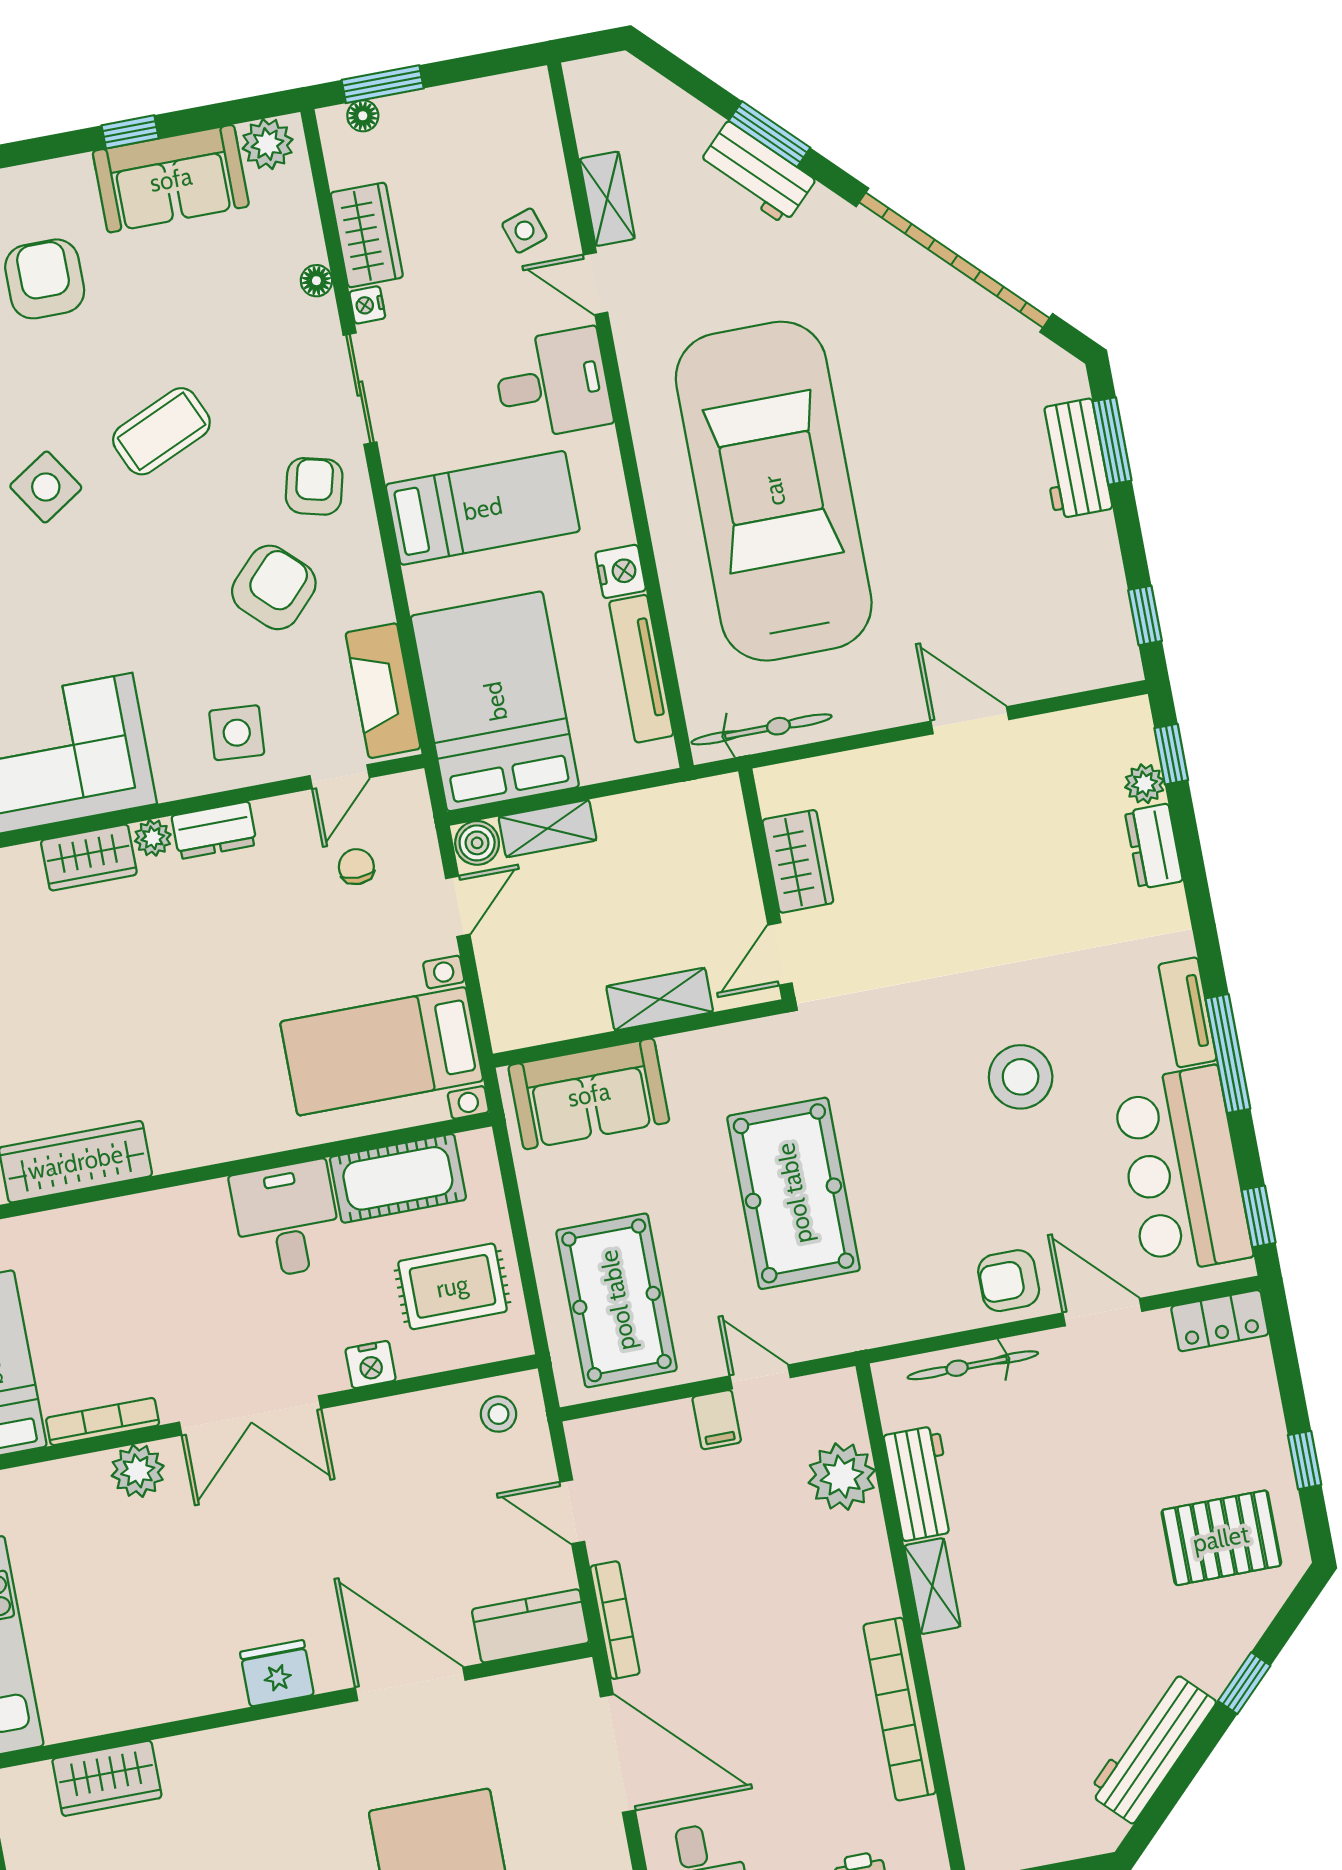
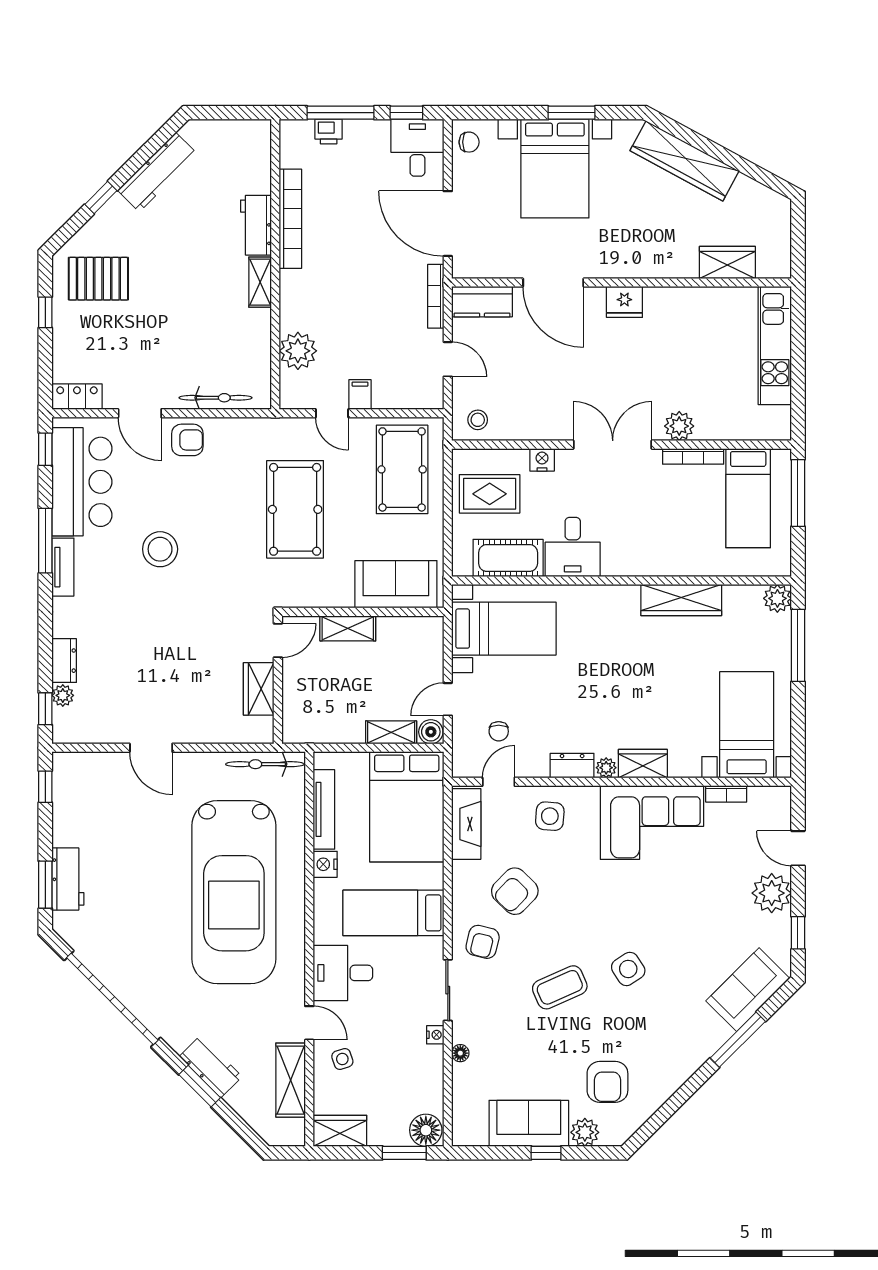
floor lamp: (363, 116) -> (426, 1130), width x1.89, depth x1.89
plant: (268, 144) -> (585, 1132), moved
shelving: (607, 199) -> (291, 1080), width x1.50, depth x1.33
wardrobe: (367, 235) -> (340, 1131), moved, turned 90
workbench: (921, 1483) -> (256, 225), moved

